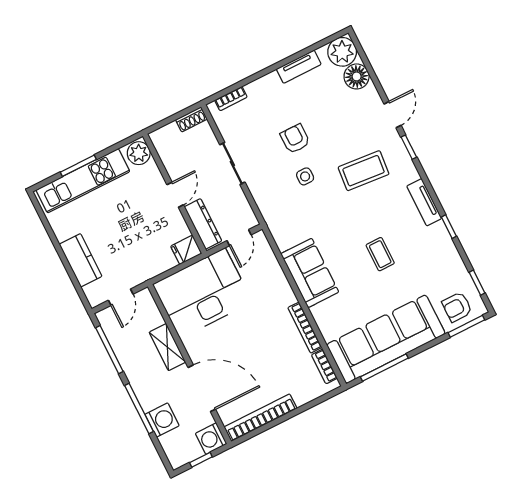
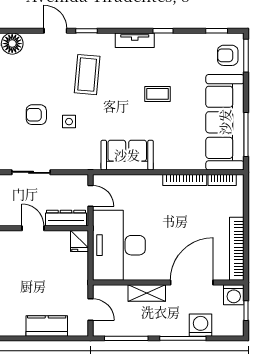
sofa: (310, 273) -> (127, 155), moved
armchair: (457, 307) -> (228, 55), turned 90

